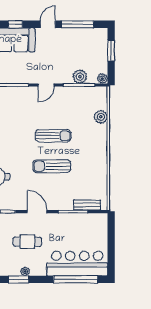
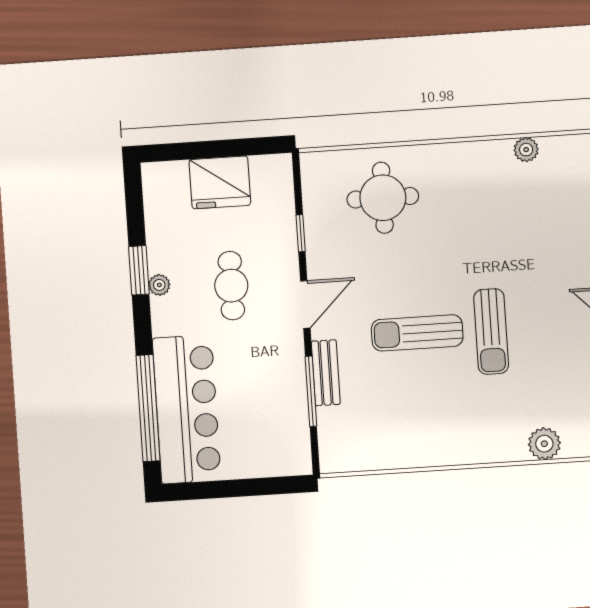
sun lounger: (52, 166) -> (417, 333), turned -90
bench: (87, 205) -> (326, 373), moved

